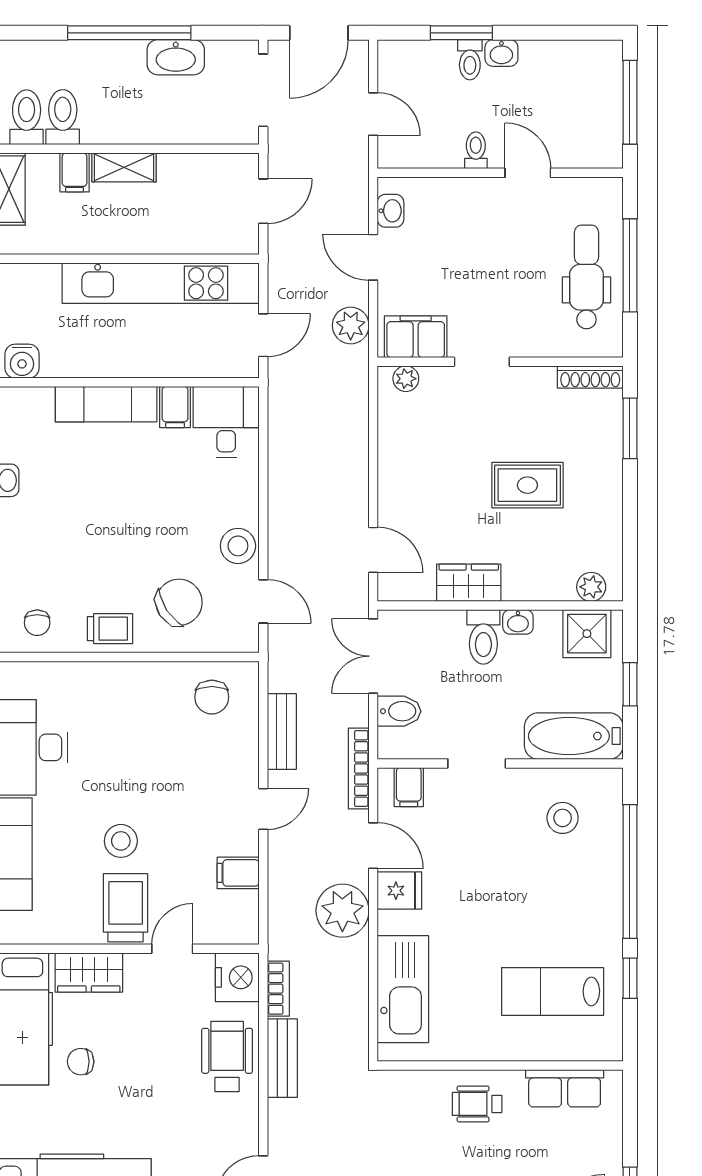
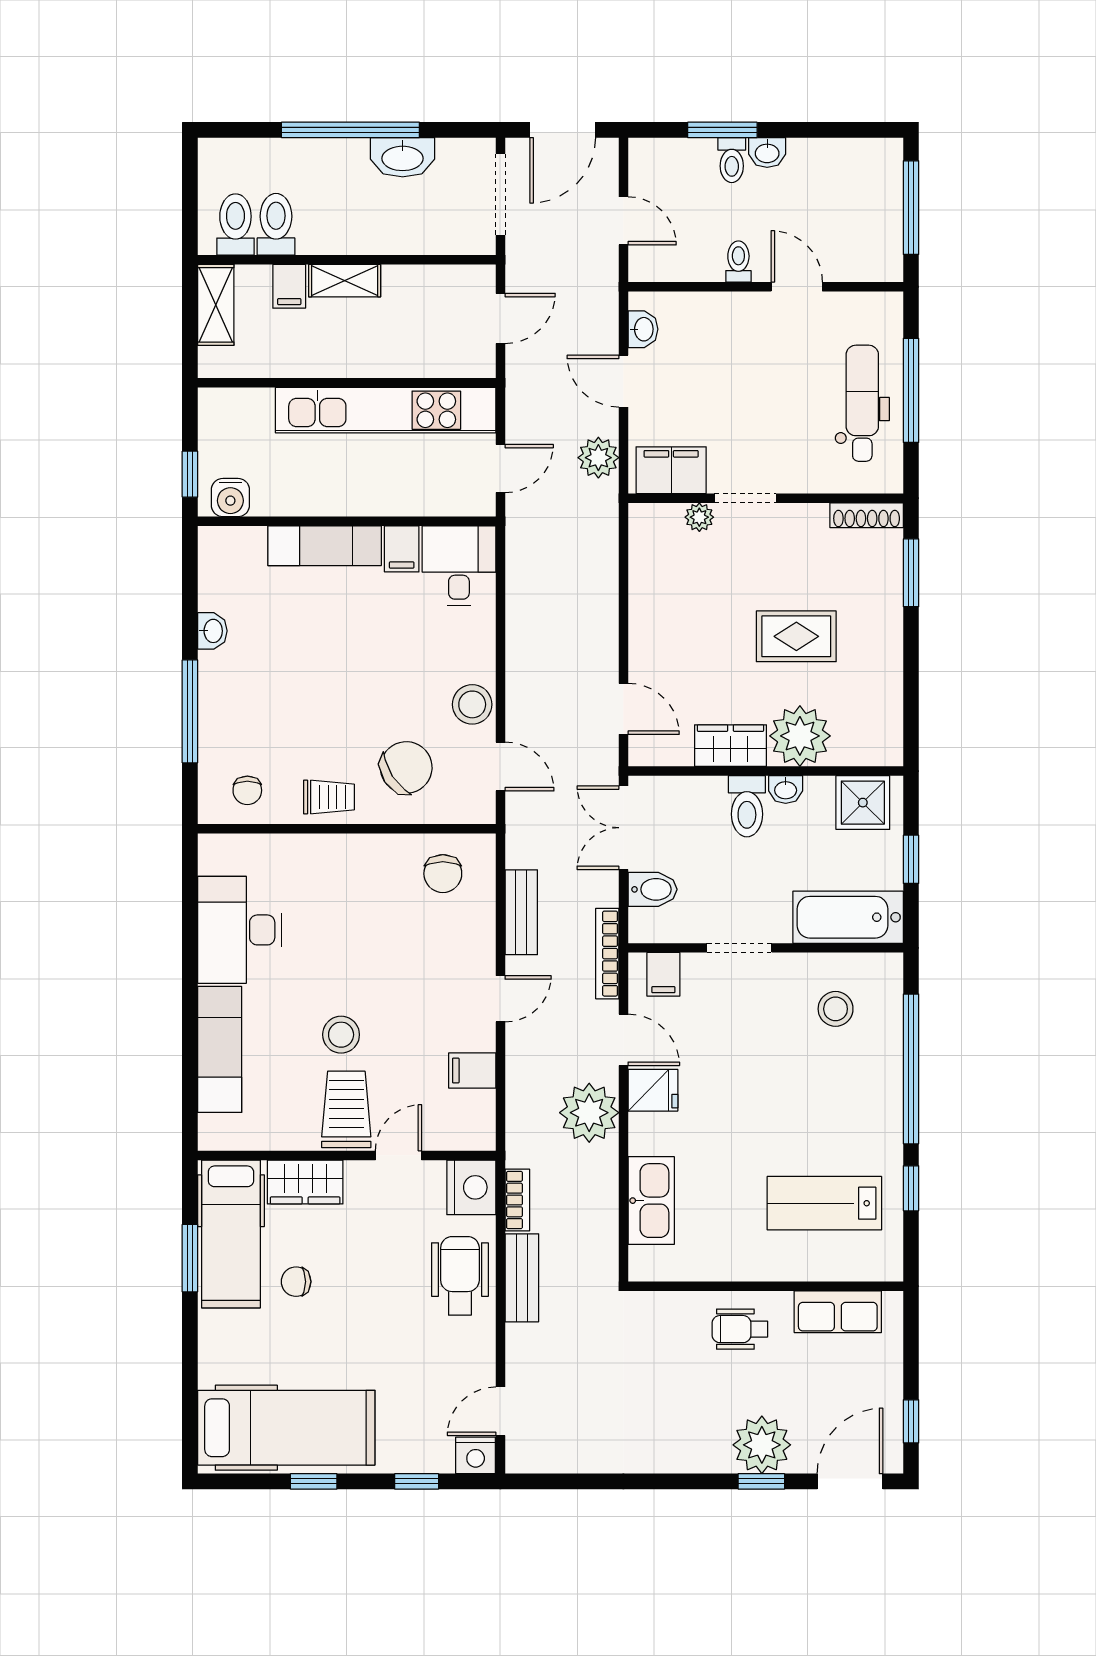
plant: (406, 379) -> (699, 517), moved
plant: (591, 587) -> (800, 736), moved, width x1.87, depth x1.87
kitchen sink: (403, 989) -> (651, 1201), width x0.73, depth x0.81

